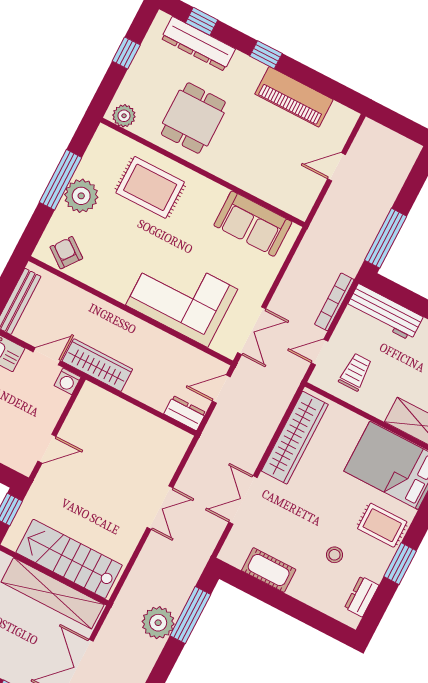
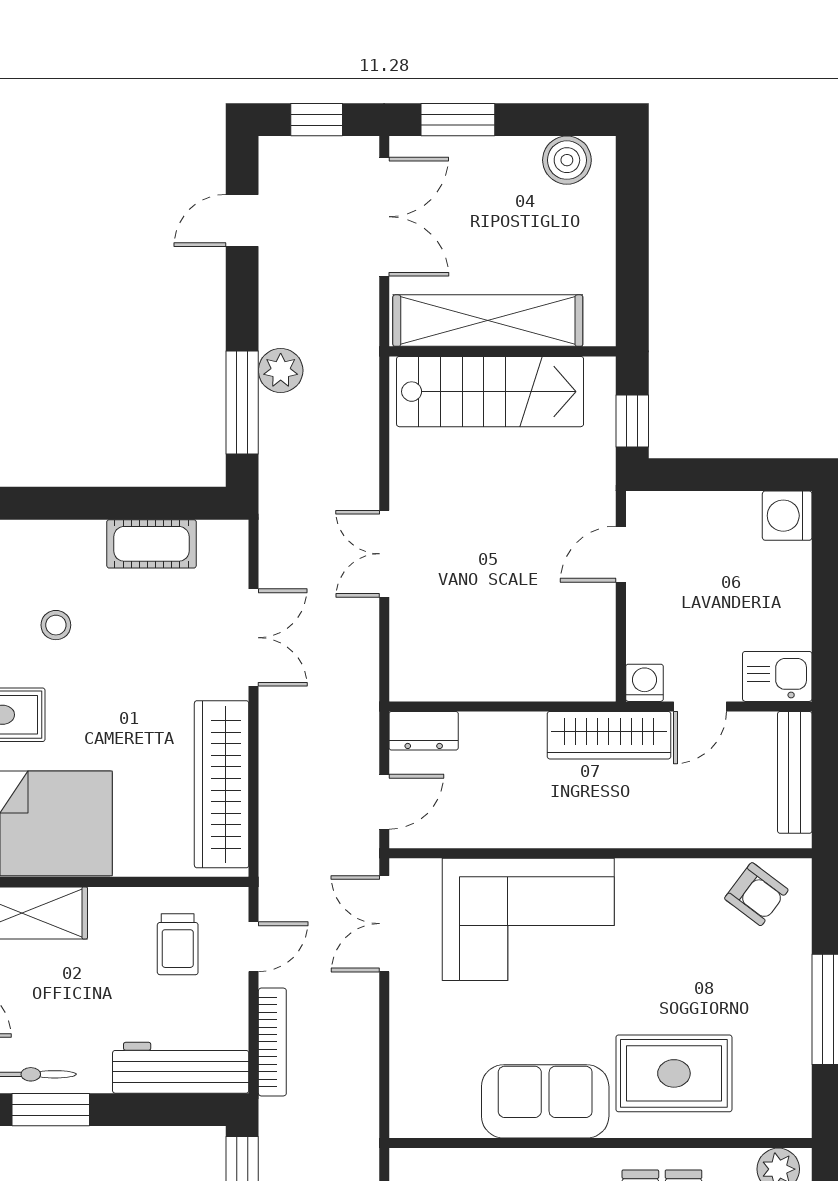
plant: (81, 196) -> (780, 1000), removed
sofa: (253, 224) -> (545, 1101), moved
plant: (158, 623) -> (281, 370), width x0.73, depth x0.73

